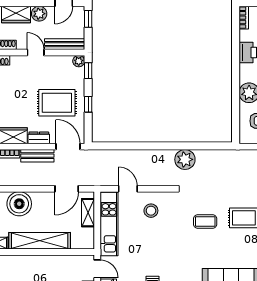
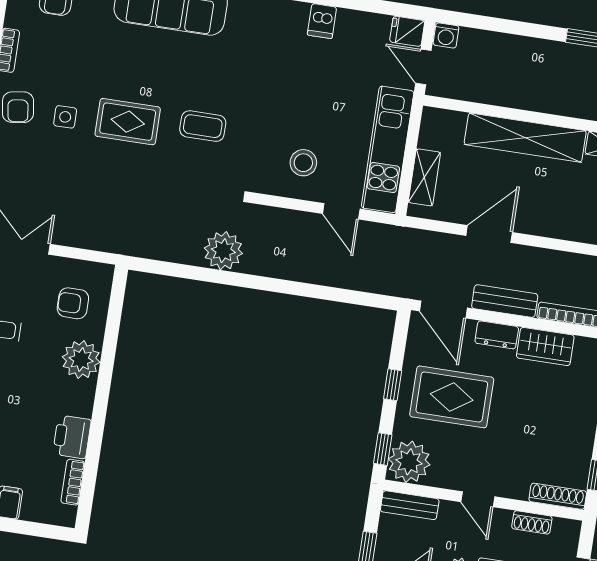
bookcase: (244, 18) -> (73, 482), moved
bench: (65, 44) -> (410, 505), width x0.73
plant: (79, 61) -> (409, 462), width x1.87, depth x1.87
door: (67, 189) -> (489, 234), moved
boiler: (19, 204) -> (554, 214), removed

